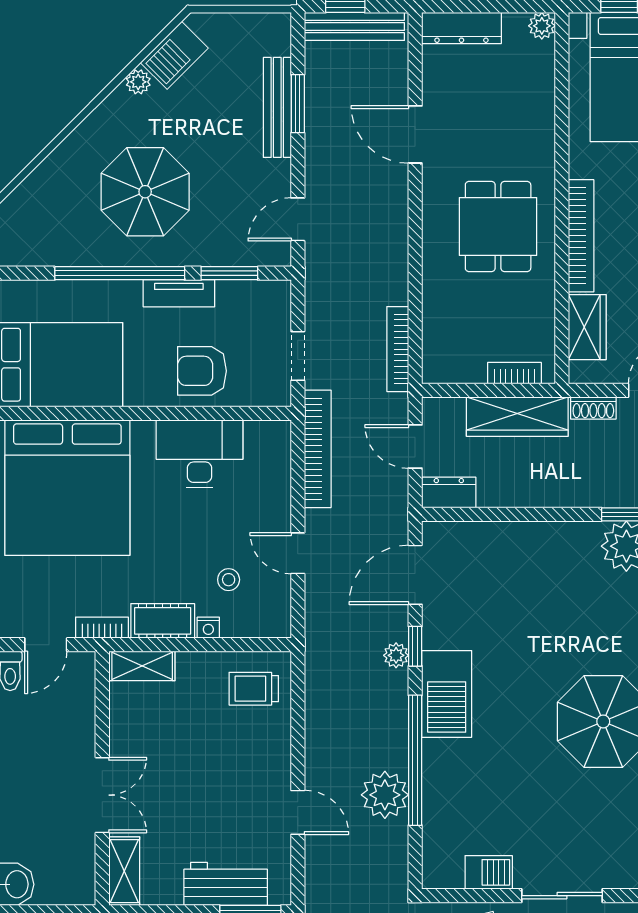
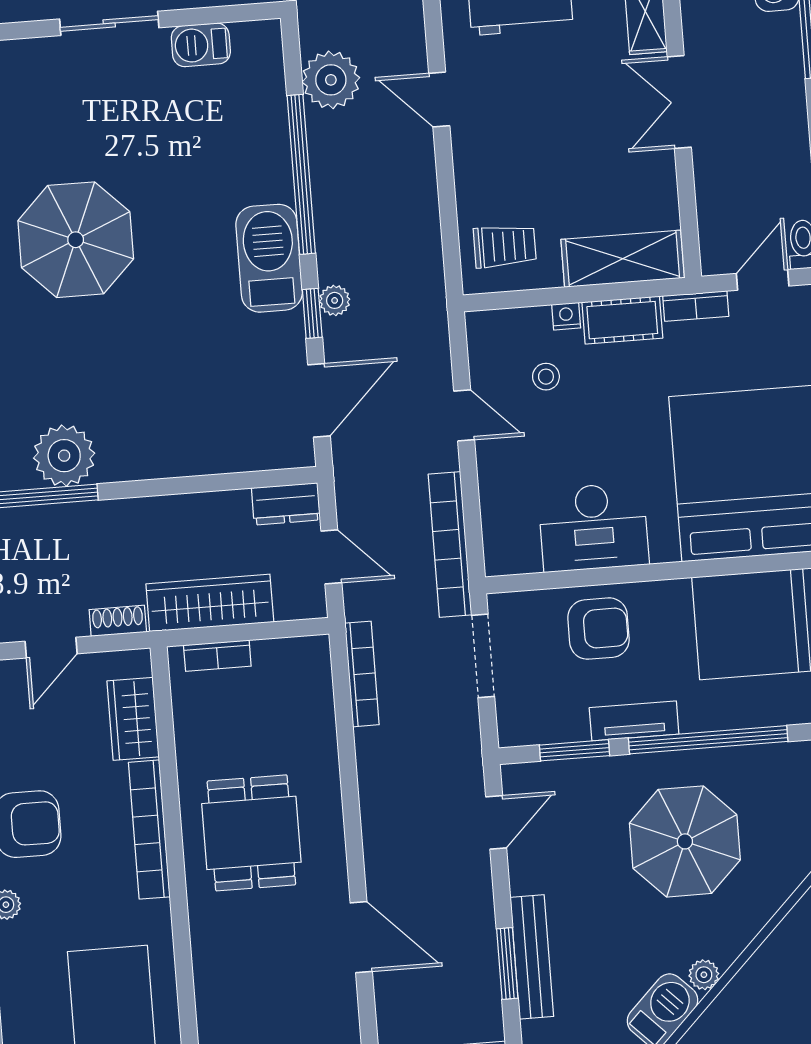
doorway: (298, 356) -> (483, 656), width x1.38
shelving: (142, 666) -> (623, 259), width x1.50, depth x1.33
plant: (385, 795) -> (331, 80), moved

